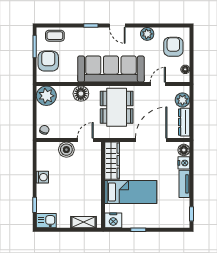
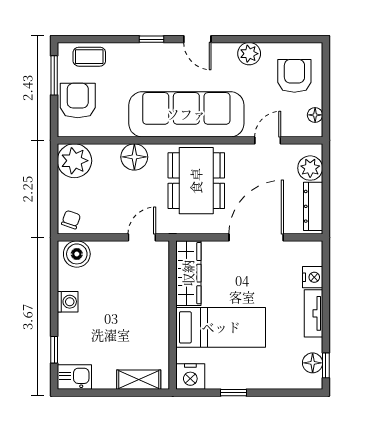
boiler: (66, 150) -> (77, 254), moved
floor lamp: (184, 150) -> (313, 363), moved

